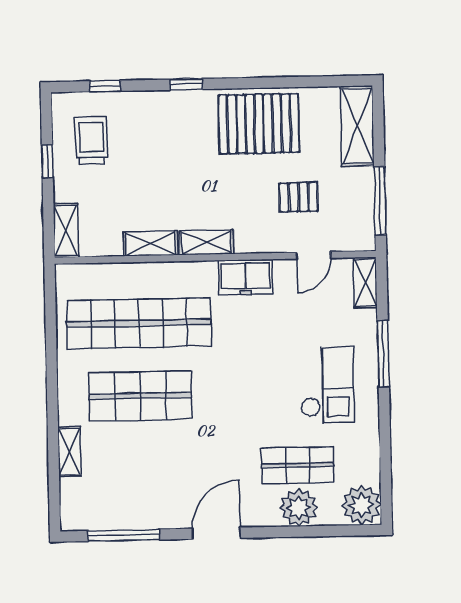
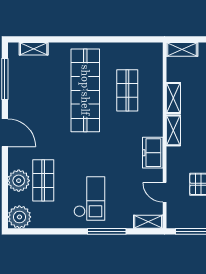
shop shelf: (139, 323) -> (127, 90), width x0.50, depth x0.74
checkout: (327, 385) -> (89, 199), turned -90
shop shelf: (140, 396) -> (85, 90), width x1.40
shelving: (70, 452) -> (34, 49), moved

